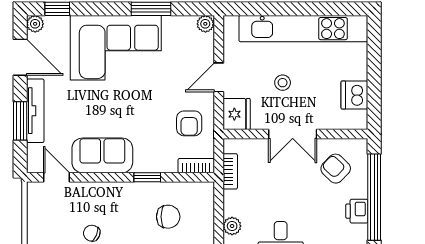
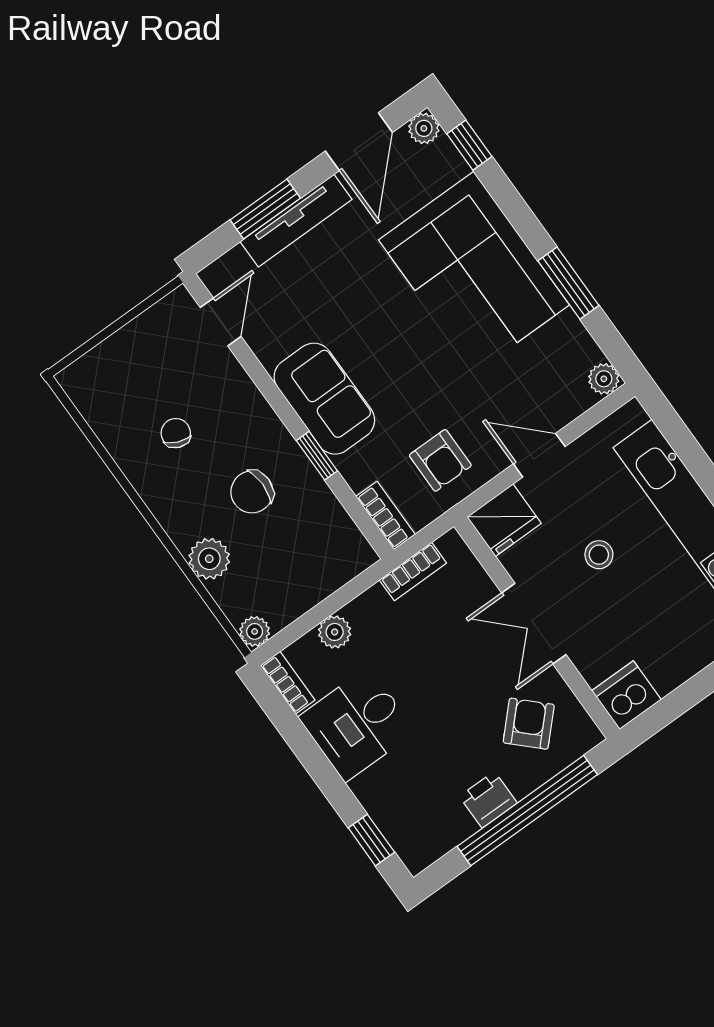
dishwasher: (354, 95) -> (626, 695), moved
armchair: (189, 123) -> (440, 460), turned -90
sofa: (102, 155) -> (324, 399), moved
chair: (168, 217) -> (252, 492), moved, turned 90

